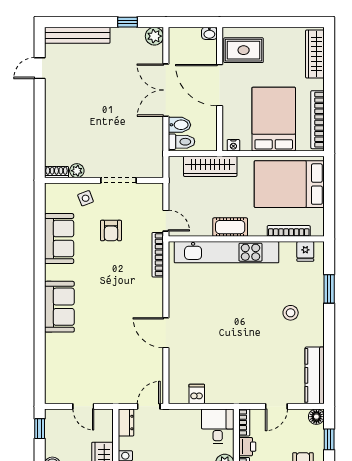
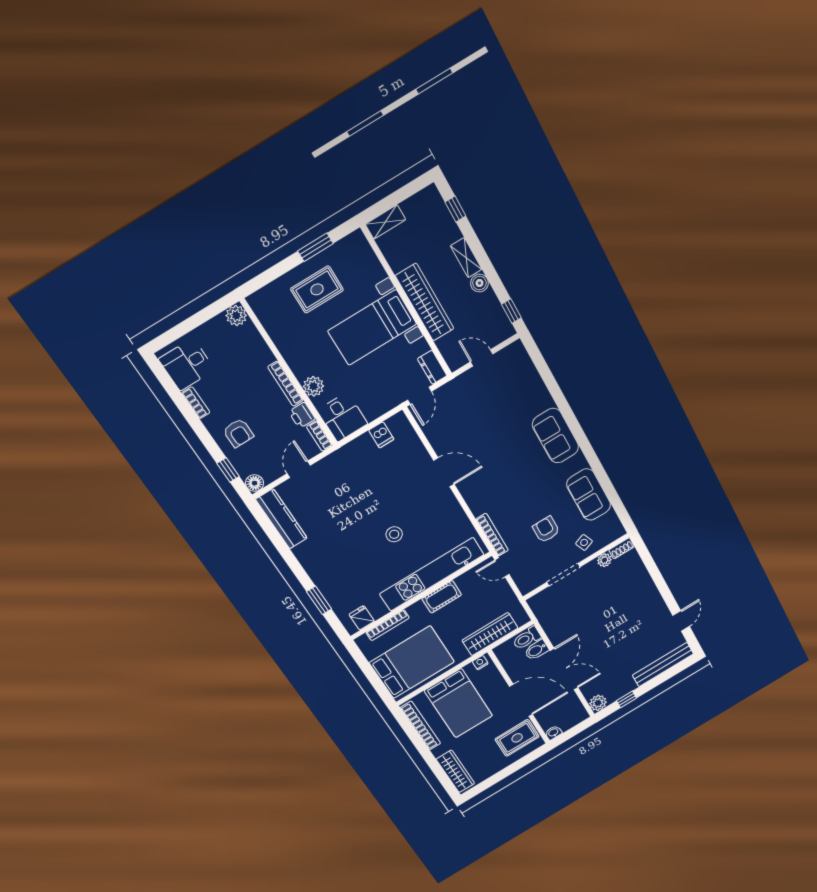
stool: (291, 313) -> (394, 534), moved

